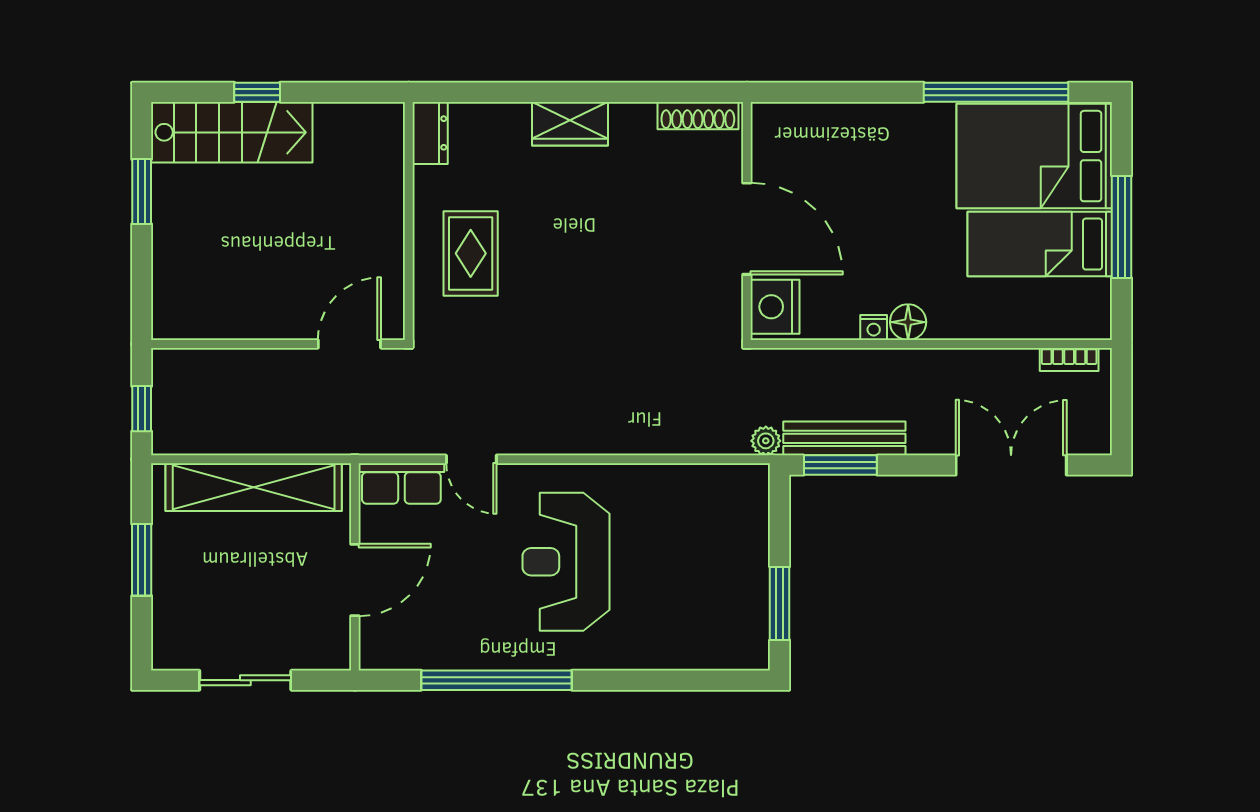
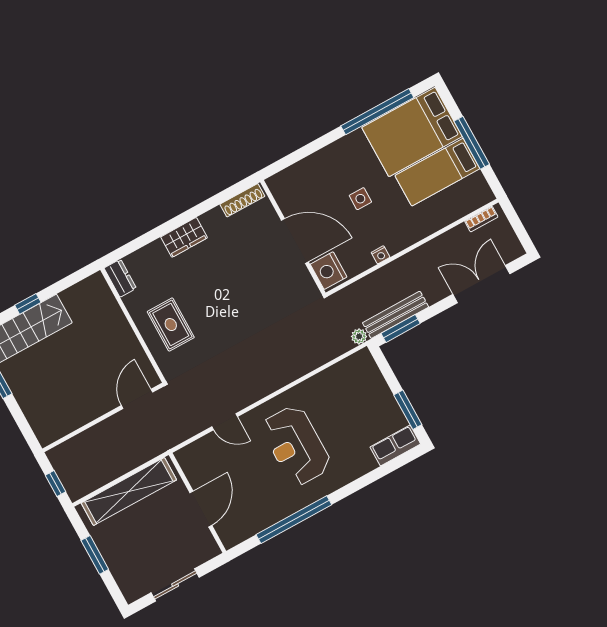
side table: (891, 218) -> (360, 199), added
floor lamp: (908, 322) -> (395, 243), removed
row of seats: (401, 484) -> (395, 445), moved, turned 180

